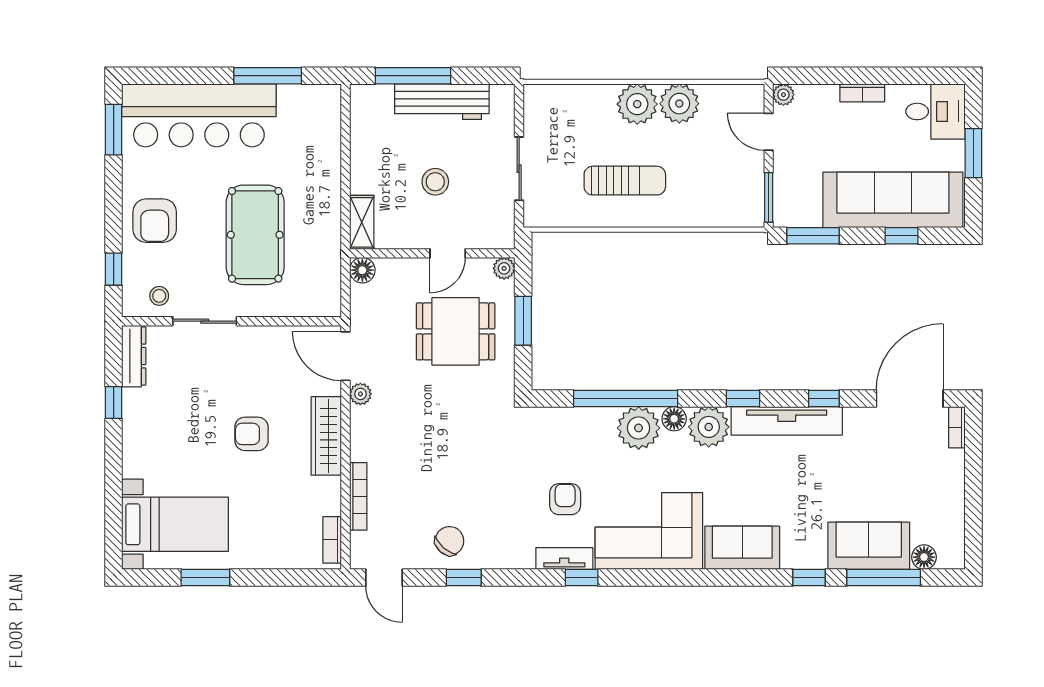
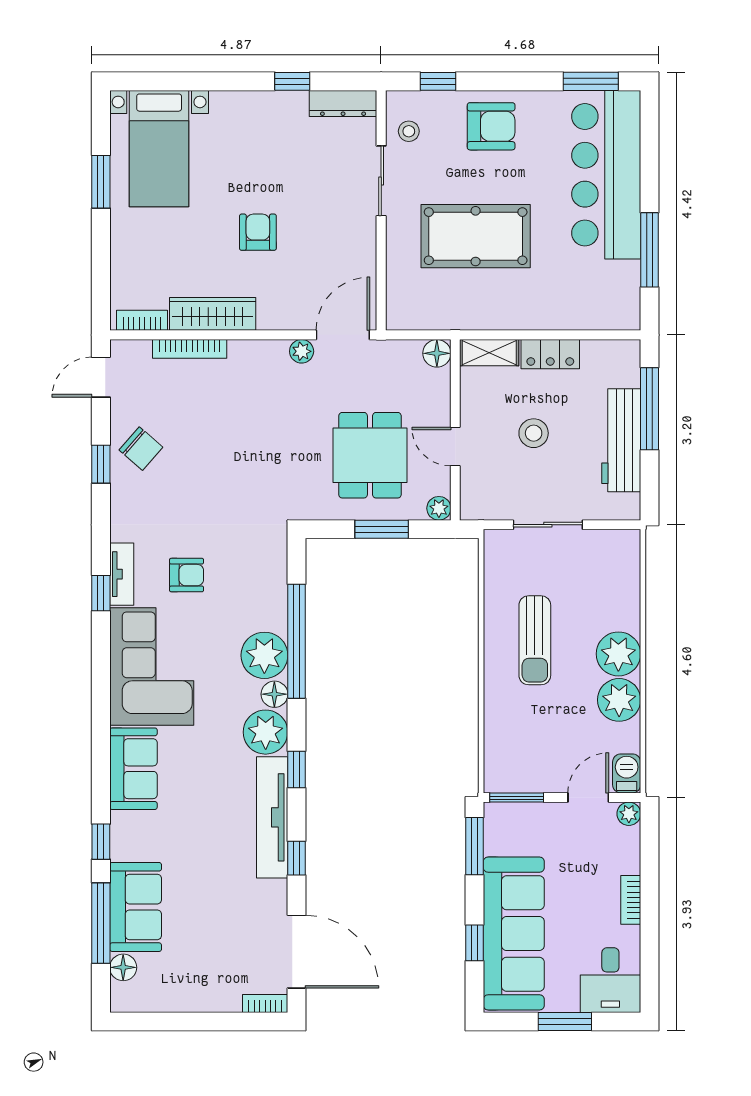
barbecue: (747, 97) -> (627, 773), added
locker: (363, 166) -> (550, 354), added
armchair: (155, 221) -> (491, 126), turned 180
wardrobe: (326, 436) -> (213, 314), moved

